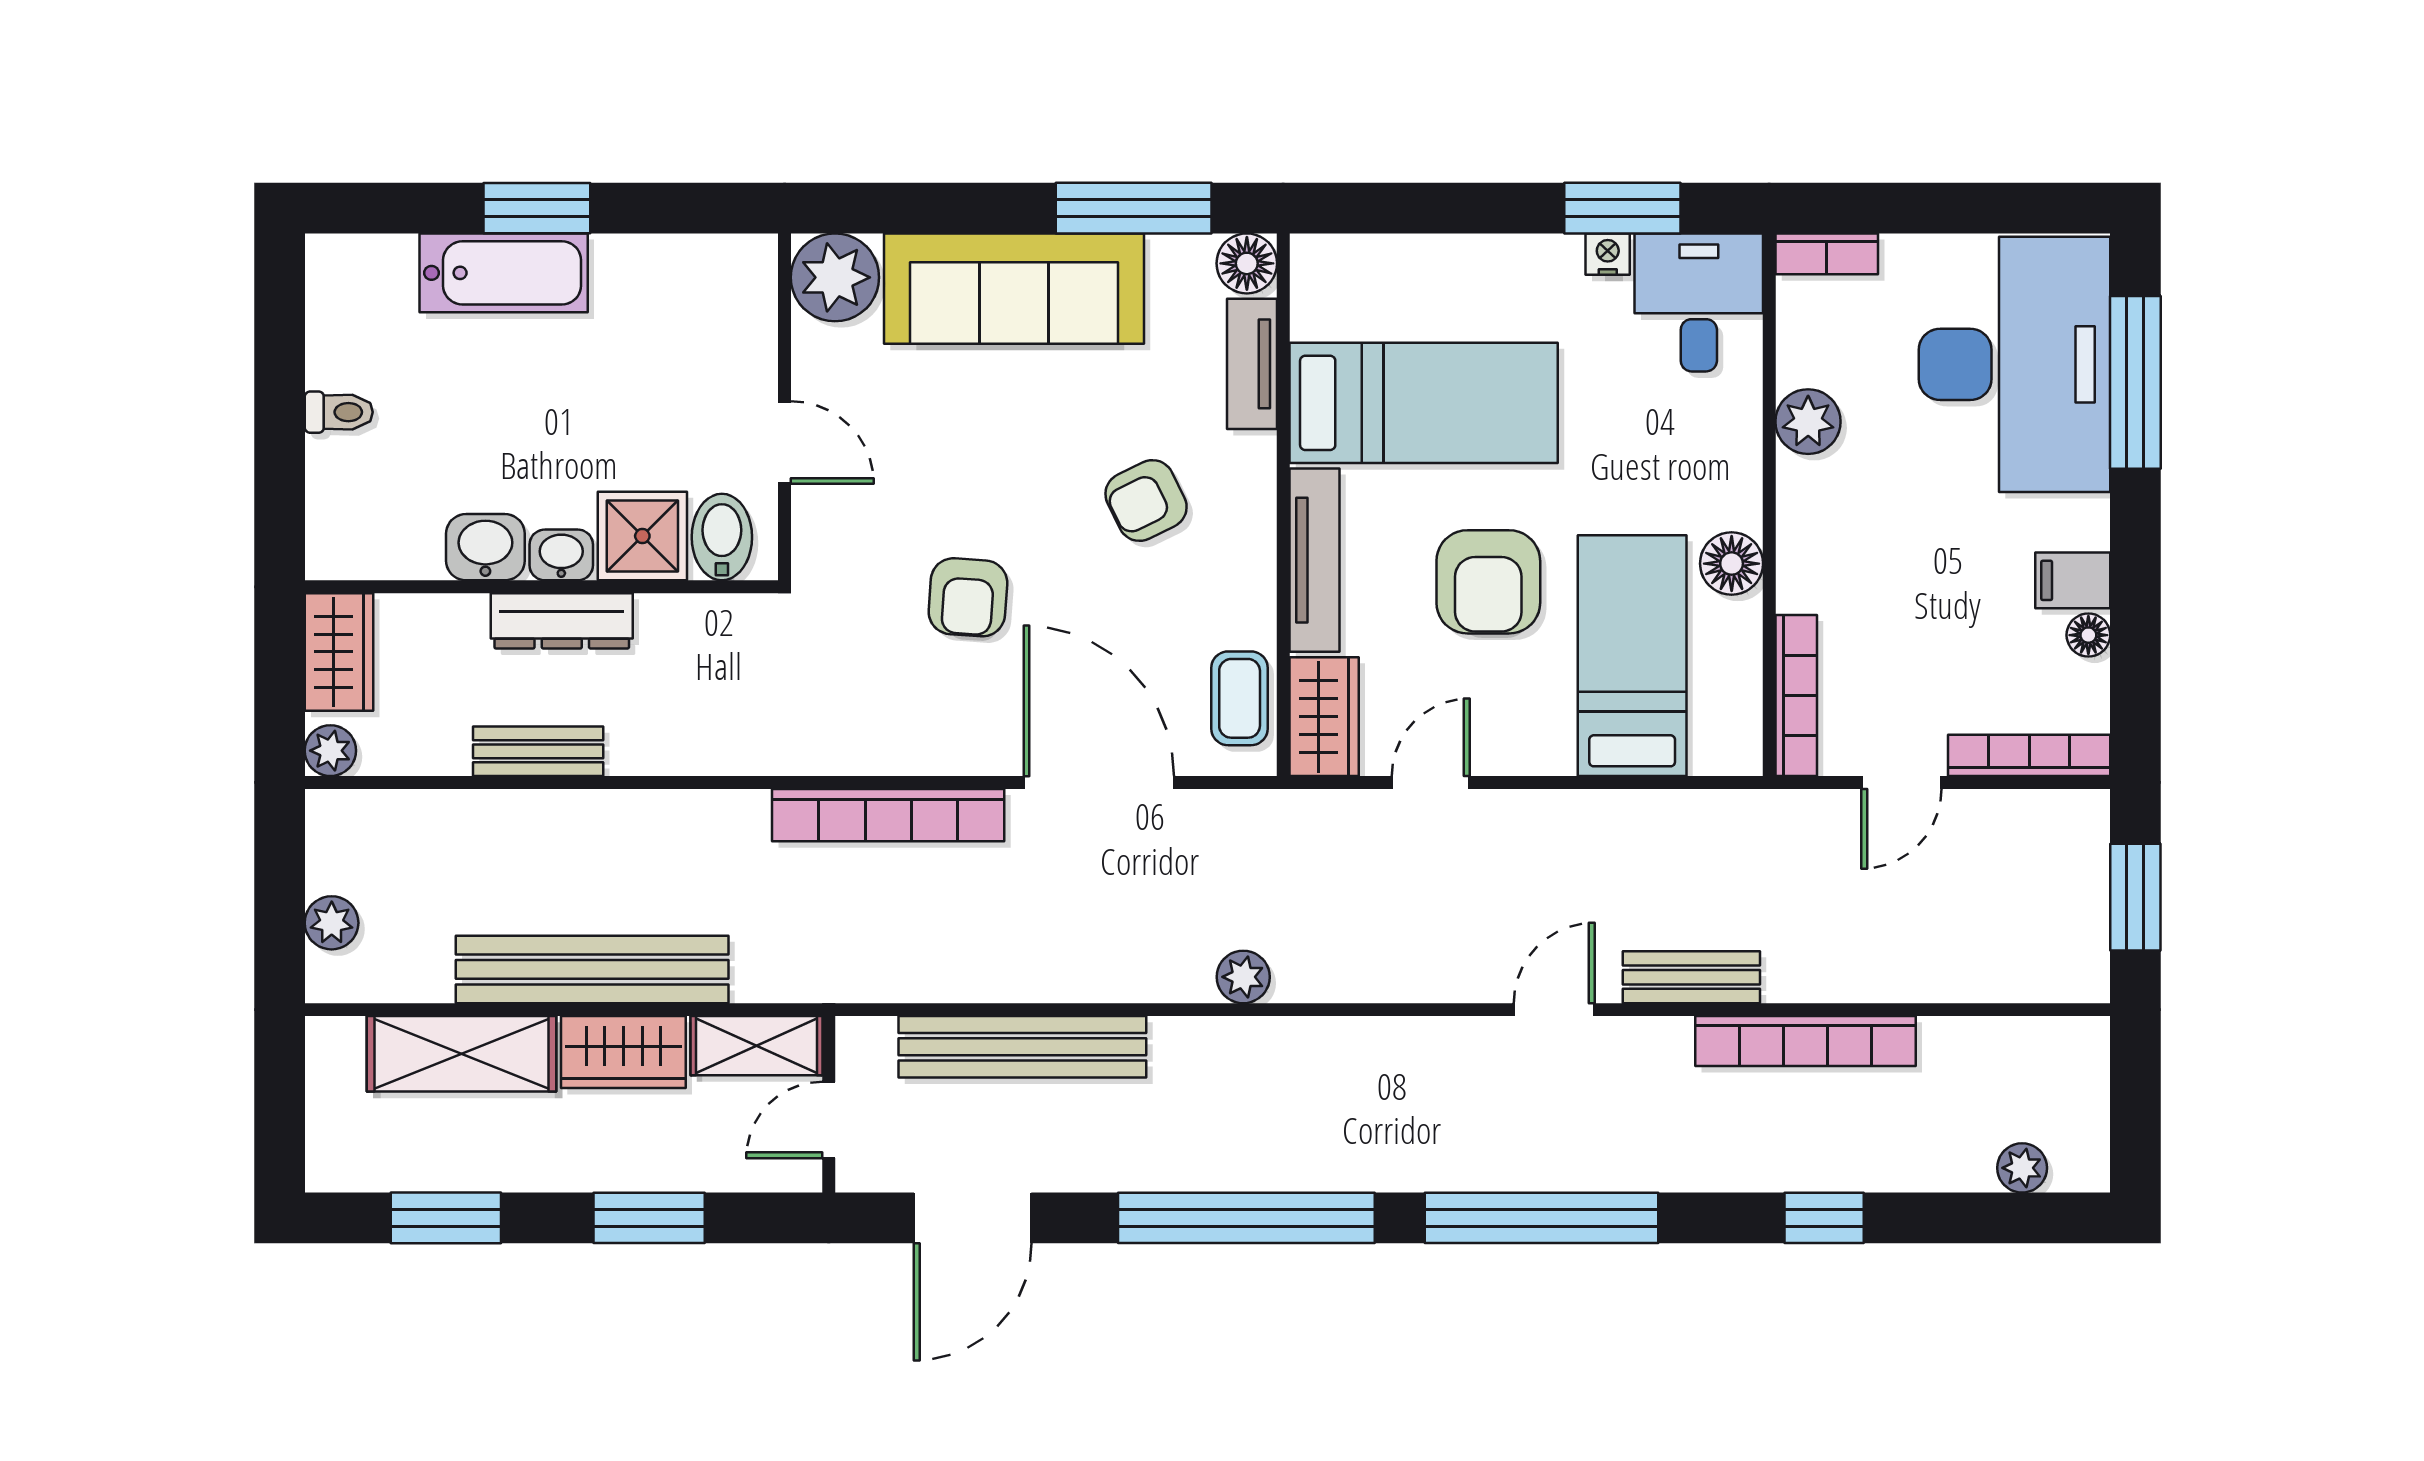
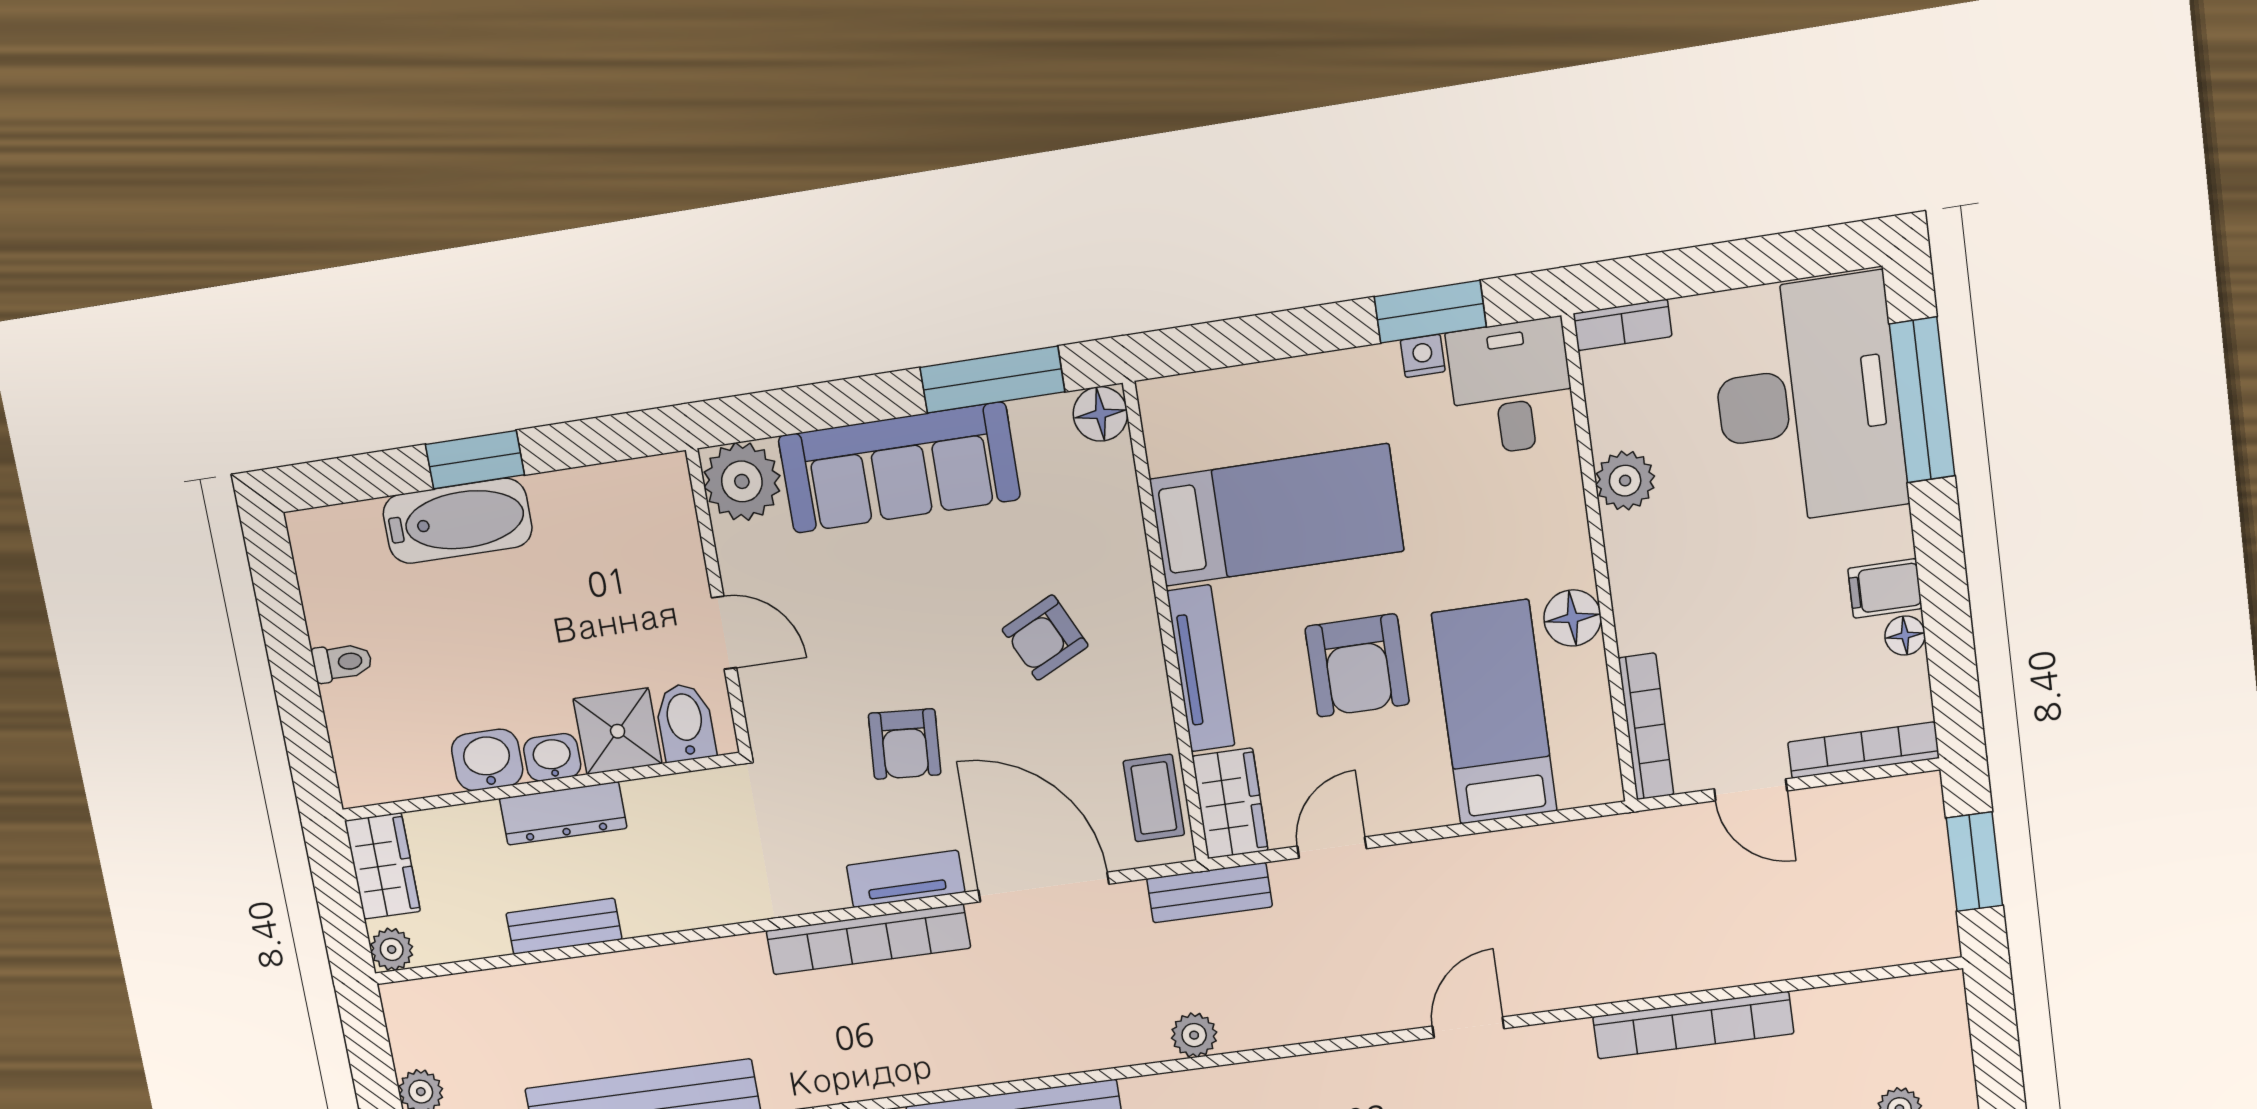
tv unit: (1252, 364) -> (906, 879), moved, turned 90
door: (1901, 782) -> (1751, 790), hinge flipped
bench: (1691, 977) -> (1209, 893), moved

